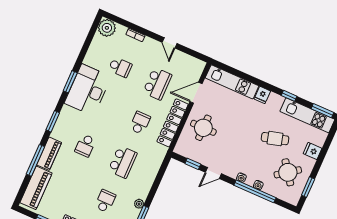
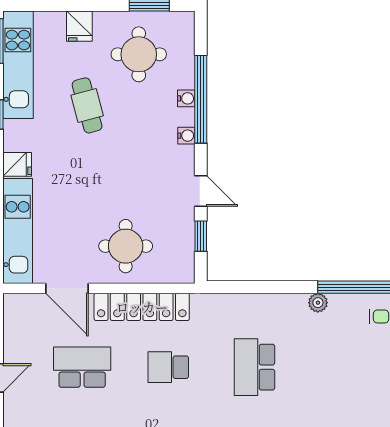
school desk: (123, 162) -> (254, 367), turned -90
round table: (288, 172) -> (139, 54), turned 36
school desk: (105, 201) -> (341, 367), removed

